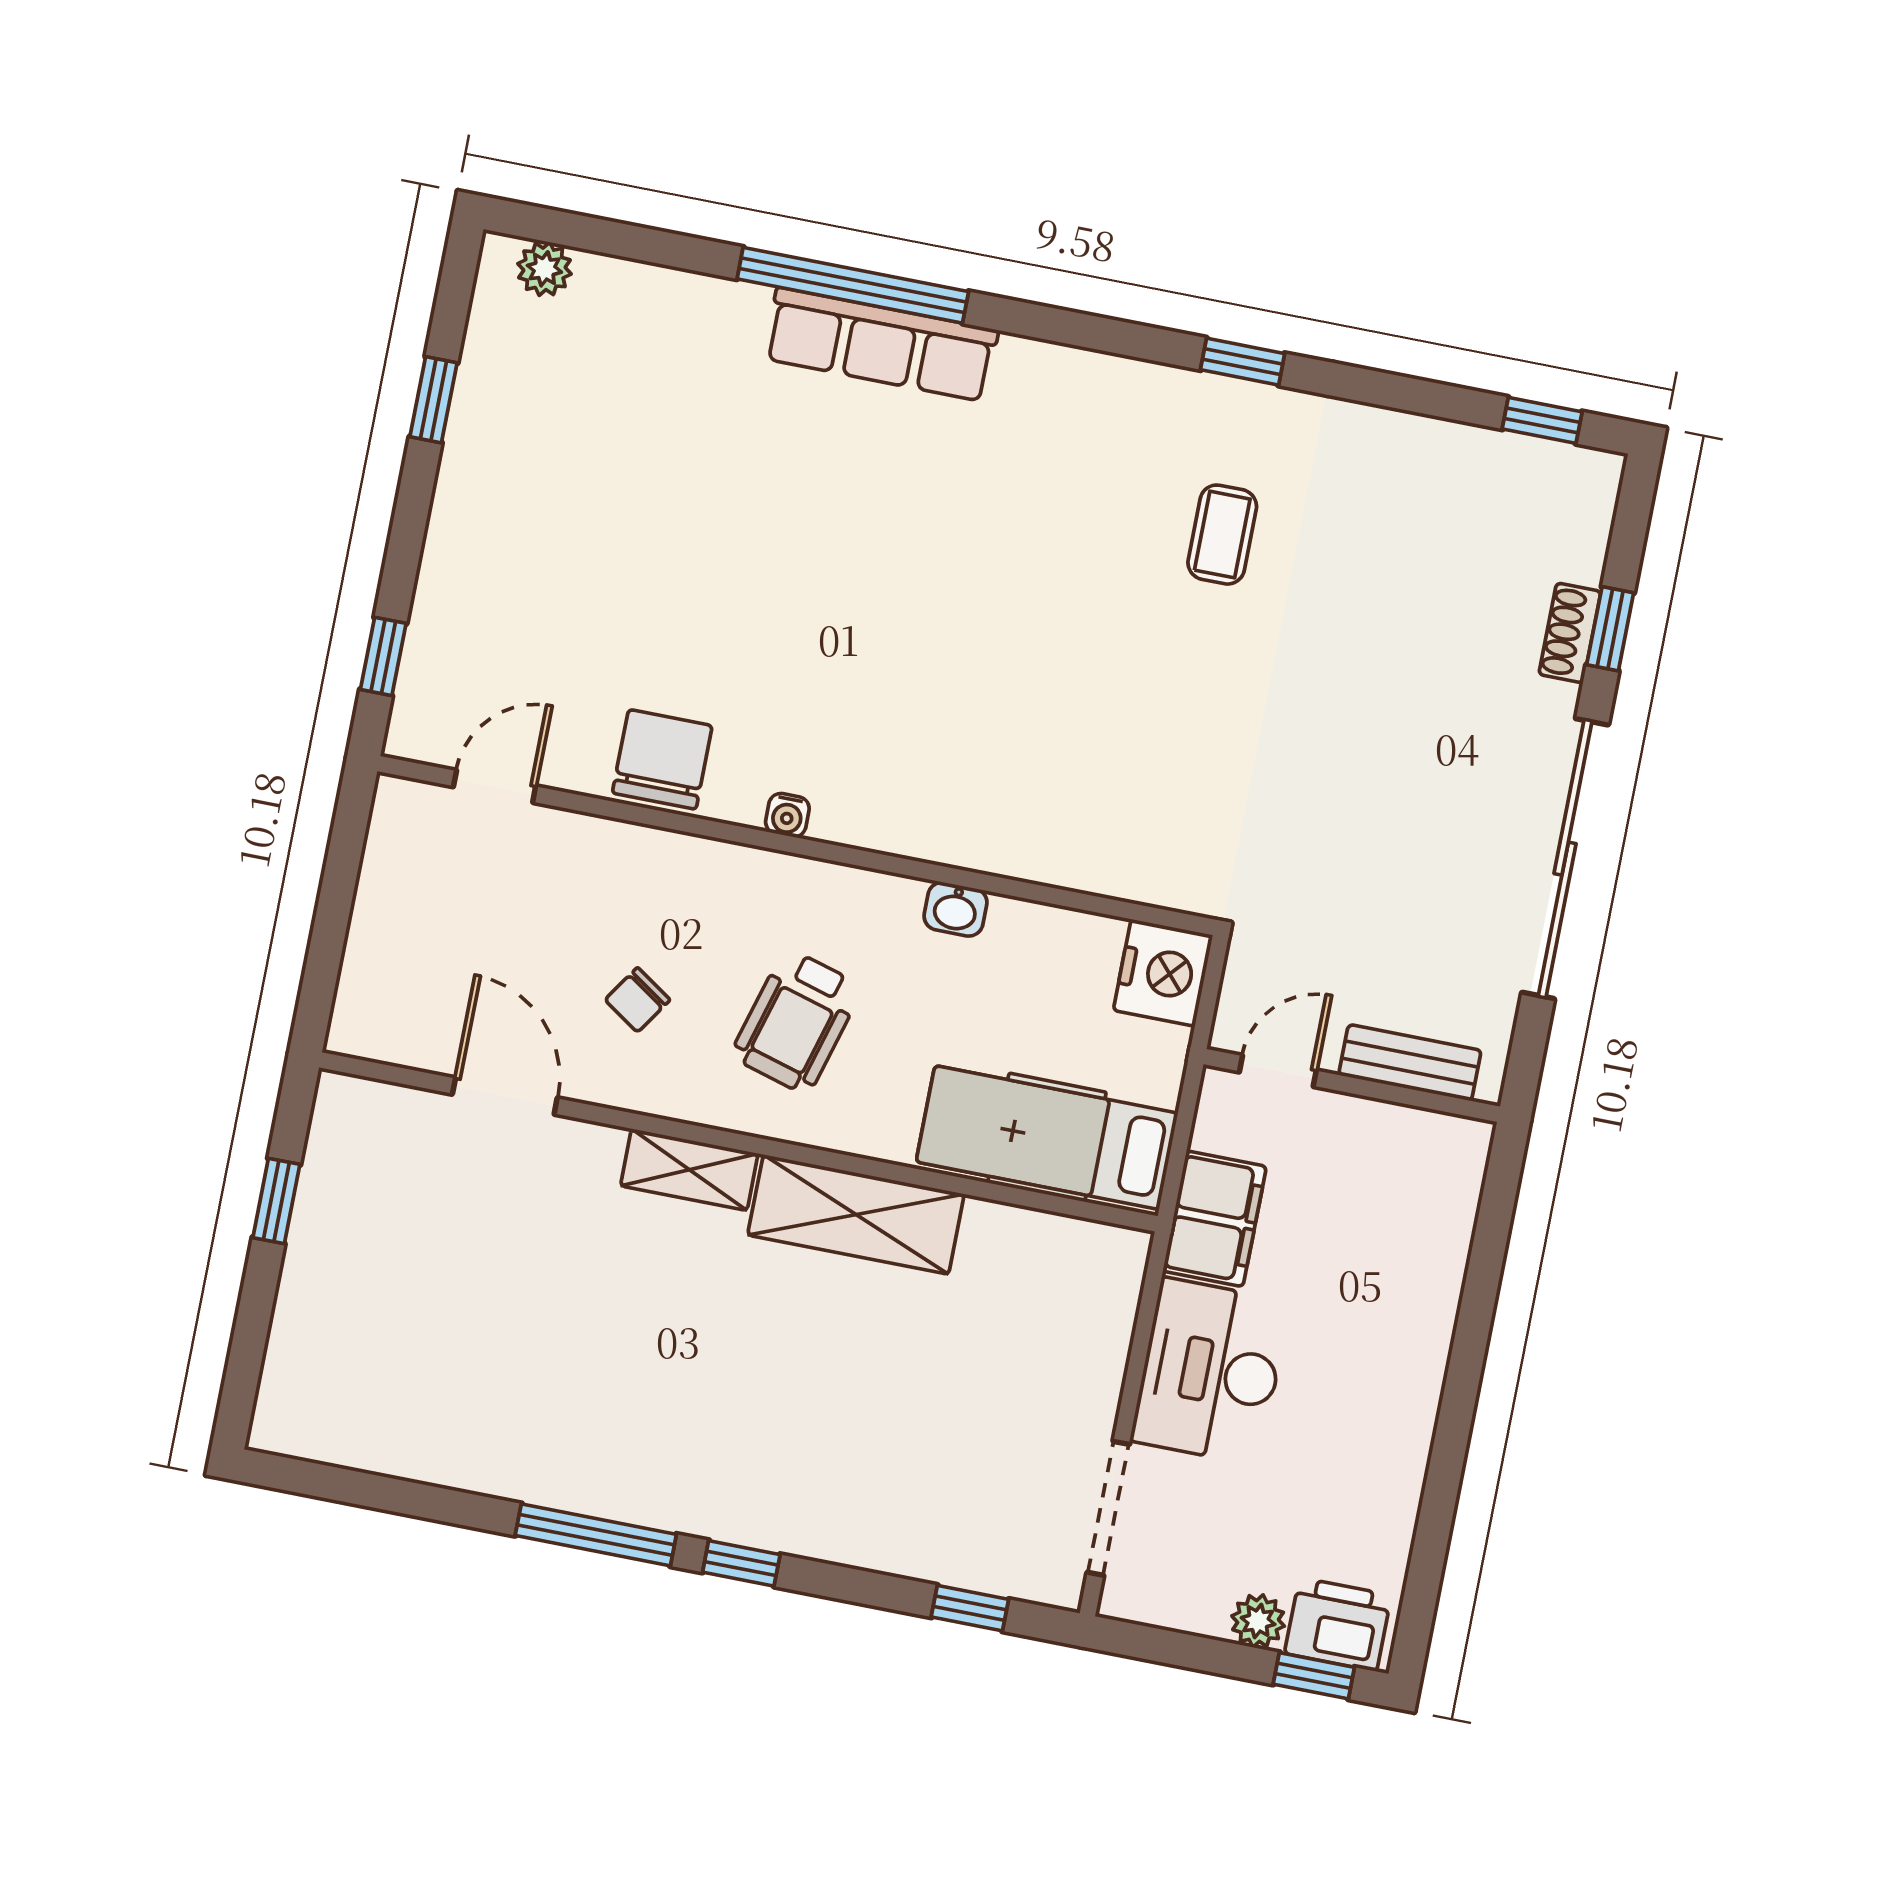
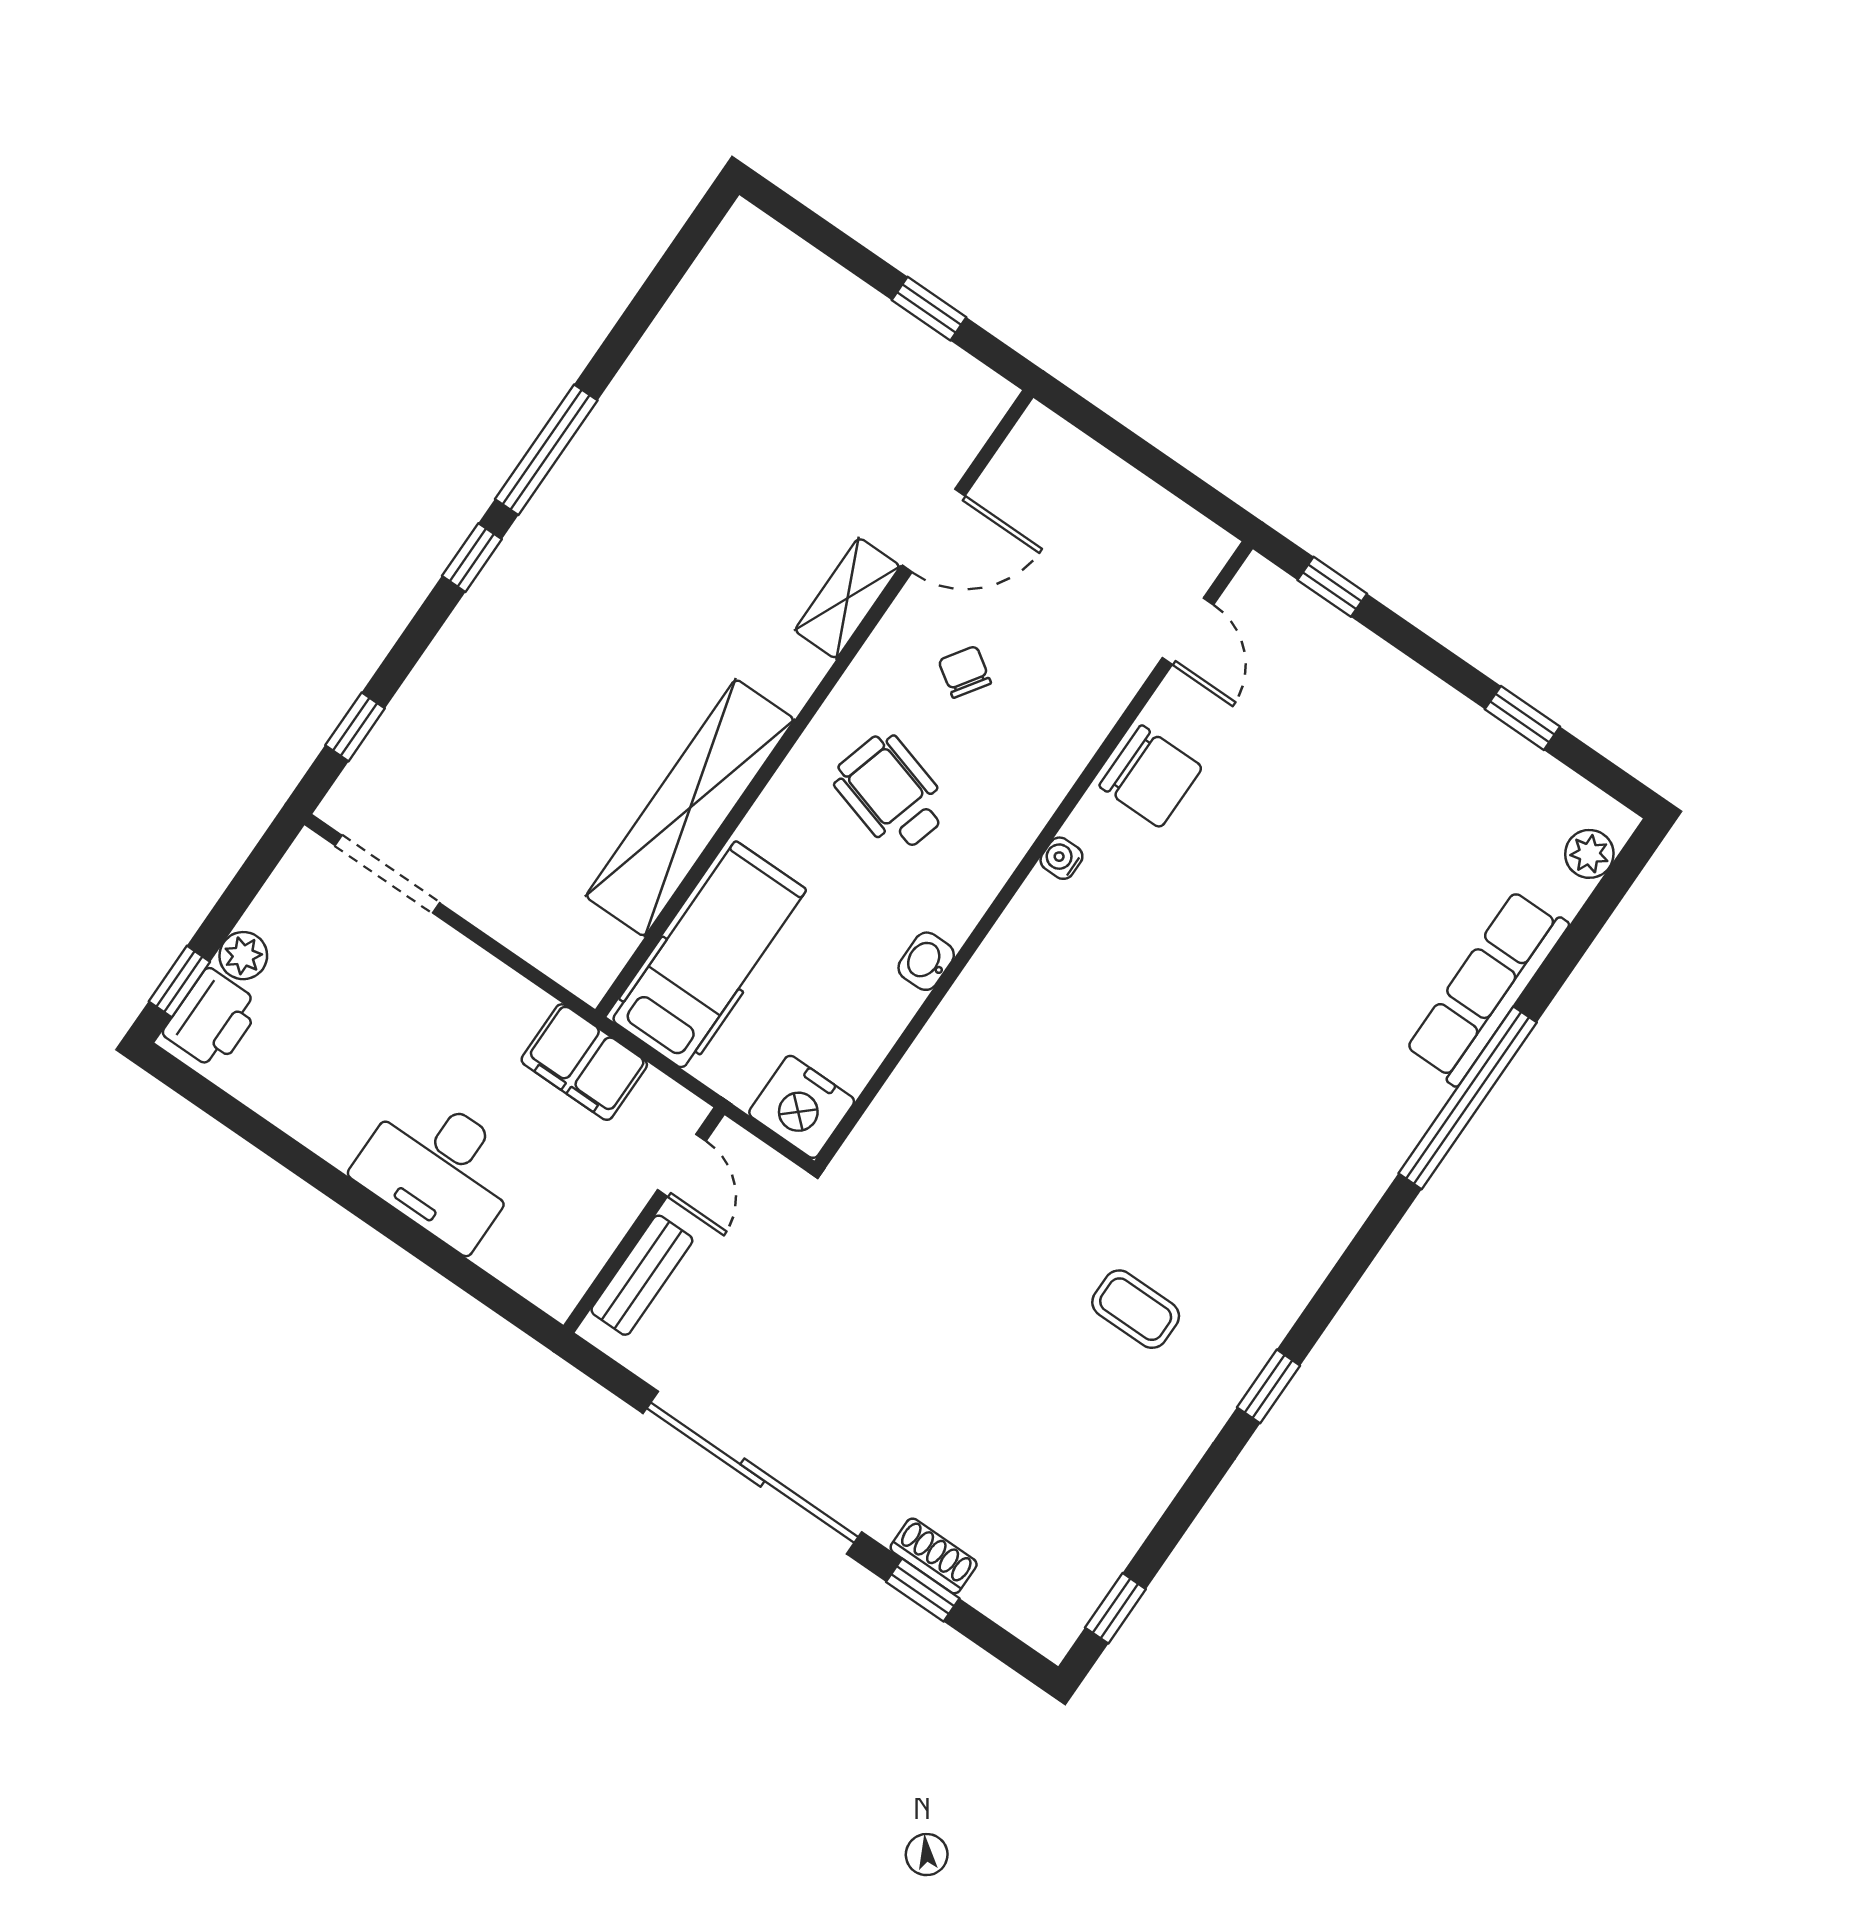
row of seats: (881, 344) -> (1487, 988), moved
shelving: (689, 1170) -> (847, 598), moved
shelving: (856, 1215) -> (690, 808), width x1.47
desk: (1210, 1371) -> (440, 1169), moved, turned 180

